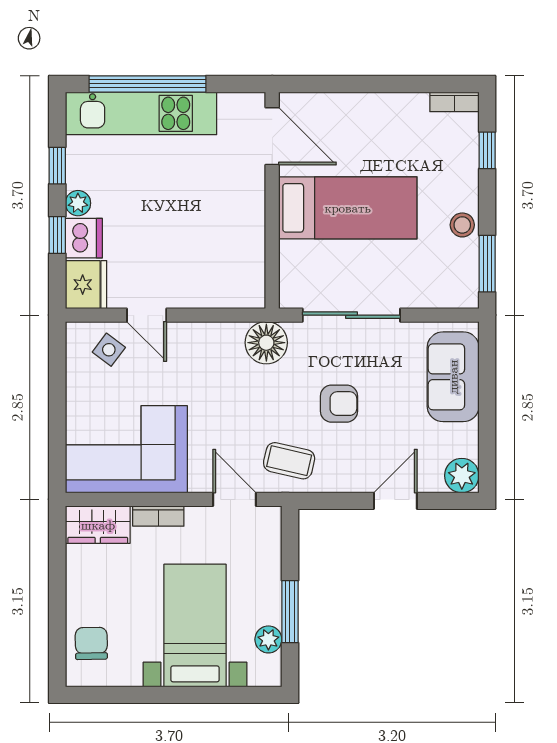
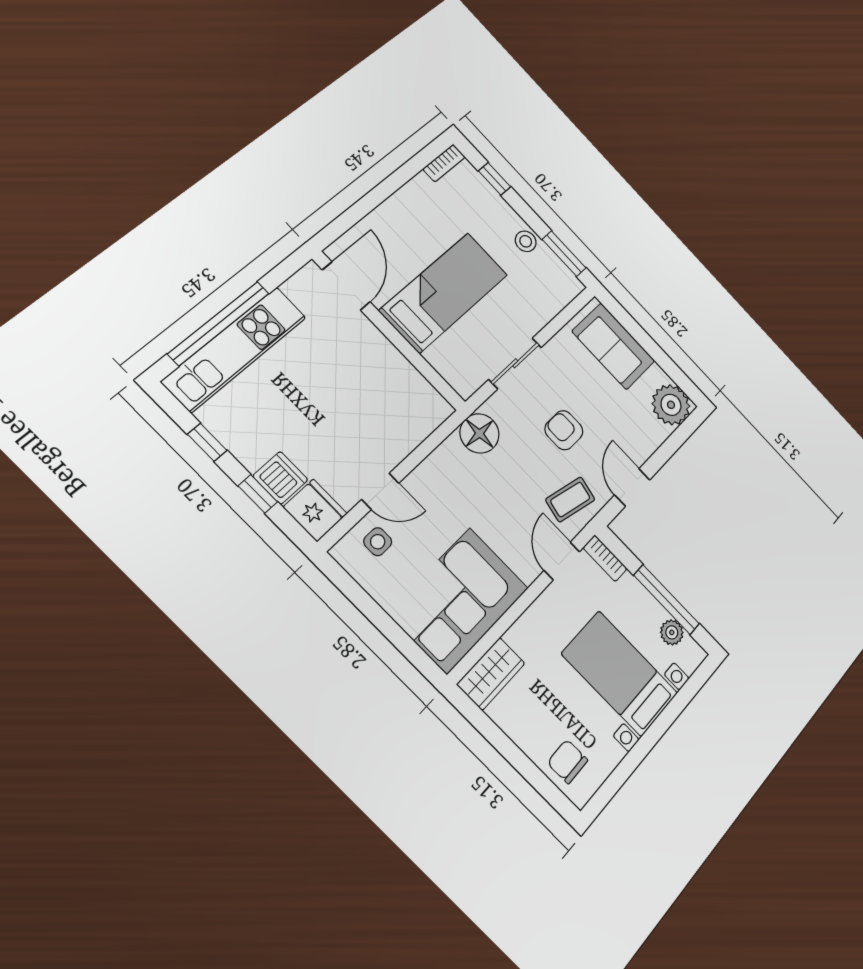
door: (272, 136) -> (346, 286), hinge flipped
plant: (78, 203) -> (251, 456), removed
sliding door: (351, 315) -> (515, 363), width x0.73
side table: (109, 350) -> (378, 542), turned -37
armchair: (339, 404) -> (564, 430), turned -90
plant: (462, 476) -> (671, 405), width x1.36, depth x1.36
door: (235, 499) -> (562, 561), hinge flipped
door: (395, 501) -> (632, 487), moved
bookcase: (158, 516) -> (605, 558), moved, turned 90
window: (290, 612) -> (666, 600), width x1.44

